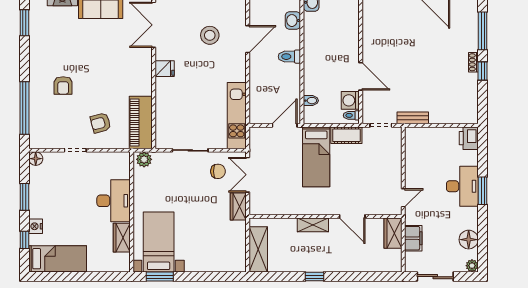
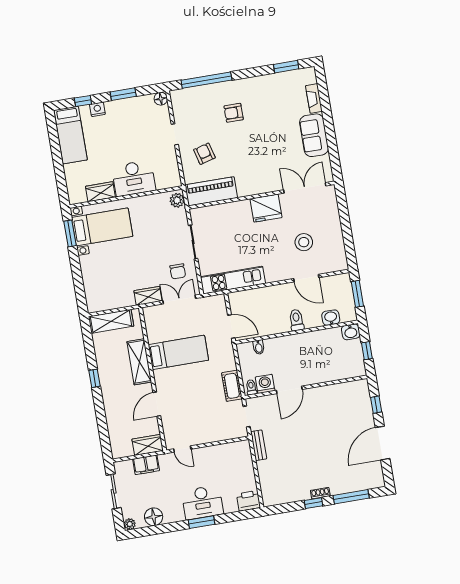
fridge: (165, 69) -> (266, 208), width x1.88, depth x1.34
bed: (316, 157) -> (178, 352), moved, turned 180
shelving: (313, 225) -> (139, 362), width x1.50, depth x1.33

